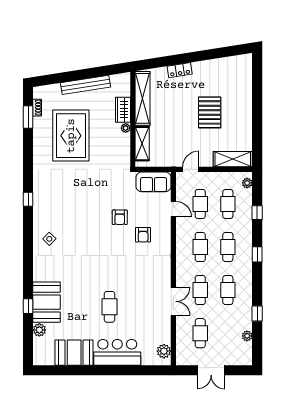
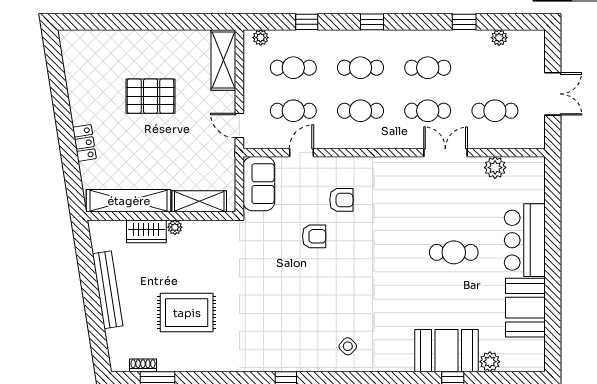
rug: (71, 136) -> (187, 313), width x0.73, depth x0.69
plant: (164, 351) -> (495, 168), moved

